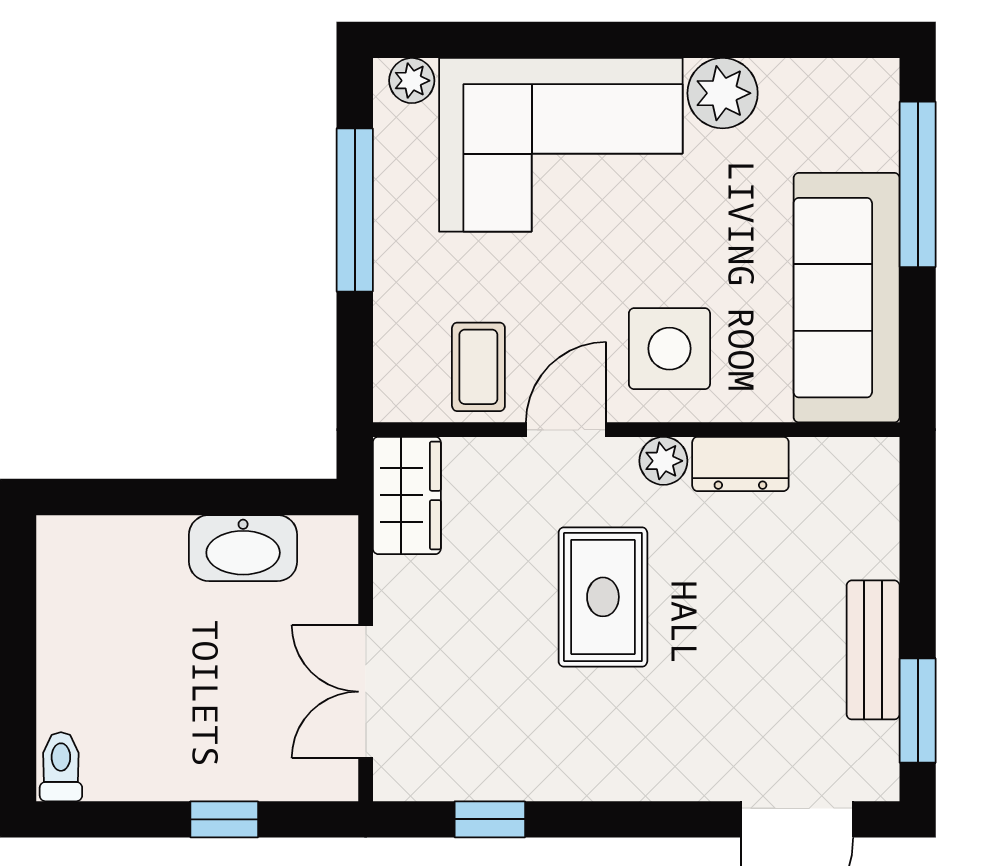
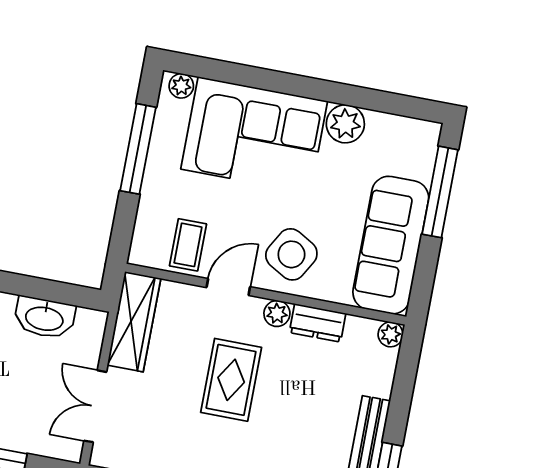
side table: (669, 349) -> (291, 254), turned 30
plant: (877, 460) -> (391, 334), added
wardrobe: (407, 495) -> (134, 322), width x1.50

